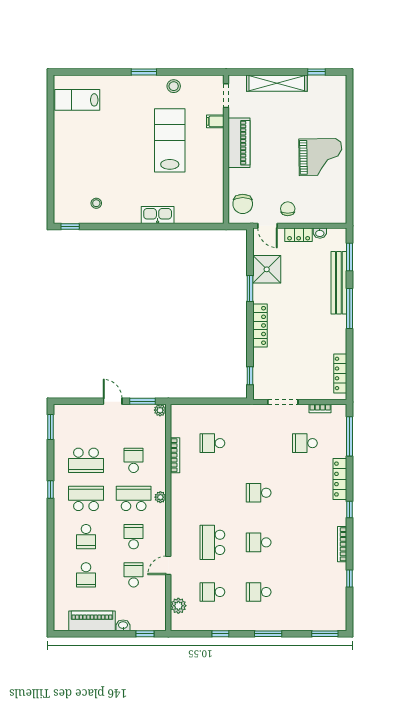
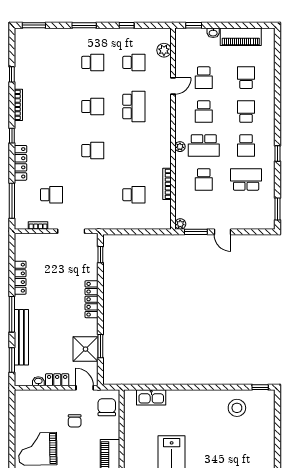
stool: (96, 203) -> (237, 408), width x1.89, depth x1.89
chair: (288, 209) -> (75, 421), moved
kitchen sink: (158, 215) -> (151, 397), moved
window: (250, 289) -> (100, 346), moved
locker: (340, 373) -> (20, 278), moved
school desk: (86, 498) -> (246, 146), width x0.54

